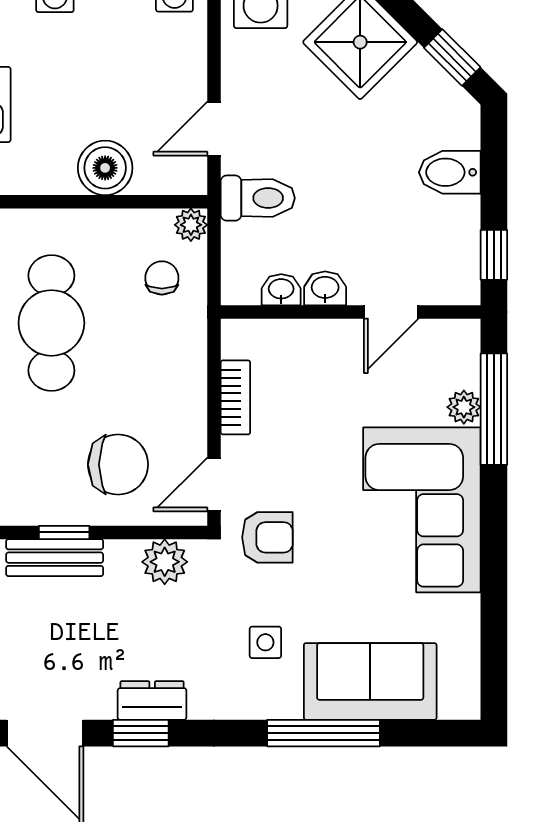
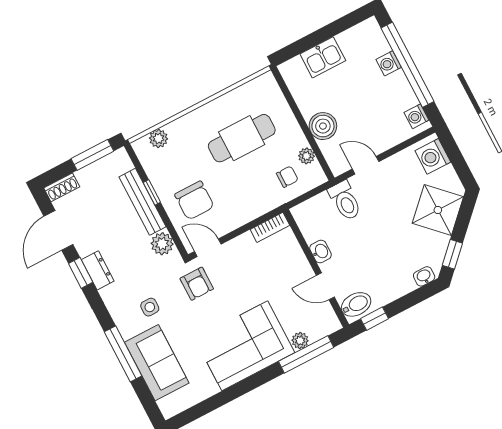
bidet: (450, 172) -> (356, 304), moved, turned 90
plant: (191, 225) -> (306, 156), moved
washbasin: (281, 290) -> (424, 276), moved, turned -90
bookcase: (235, 397) -> (270, 227), moved
bench: (55, 558) -> (143, 202), width x1.36

